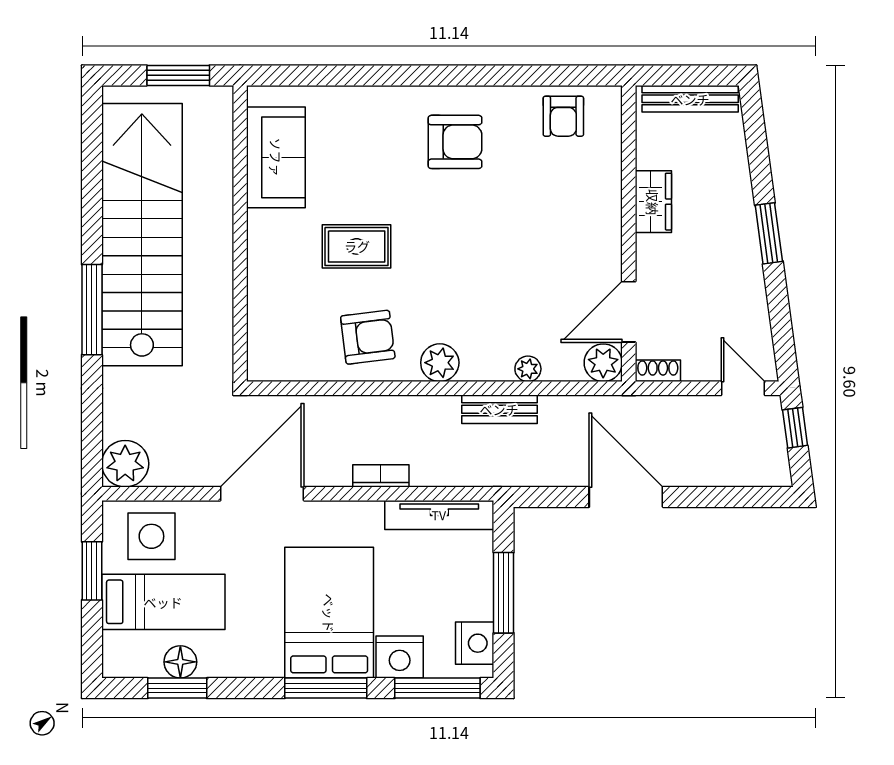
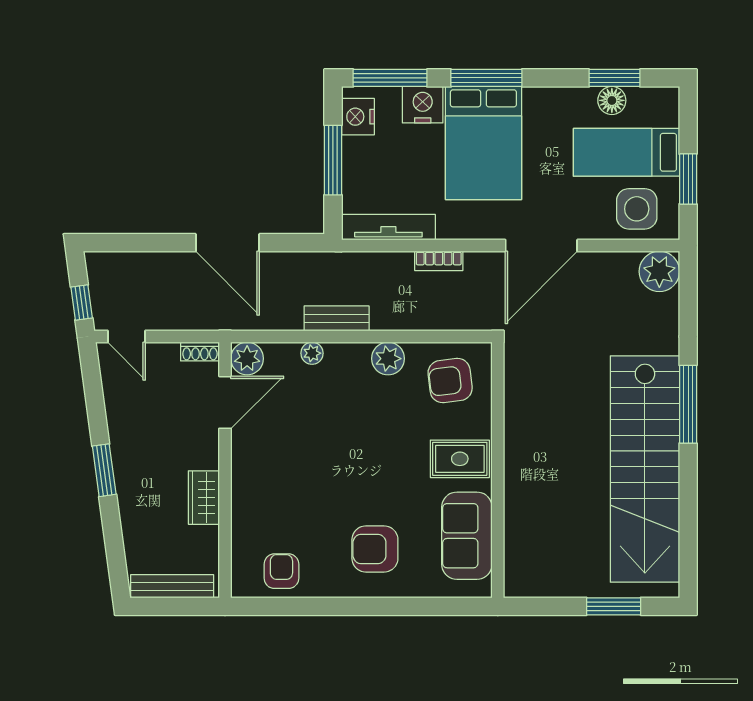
sofa: (276, 157) -> (467, 536), moved
wall: (240, 234) -> (498, 470), moved

